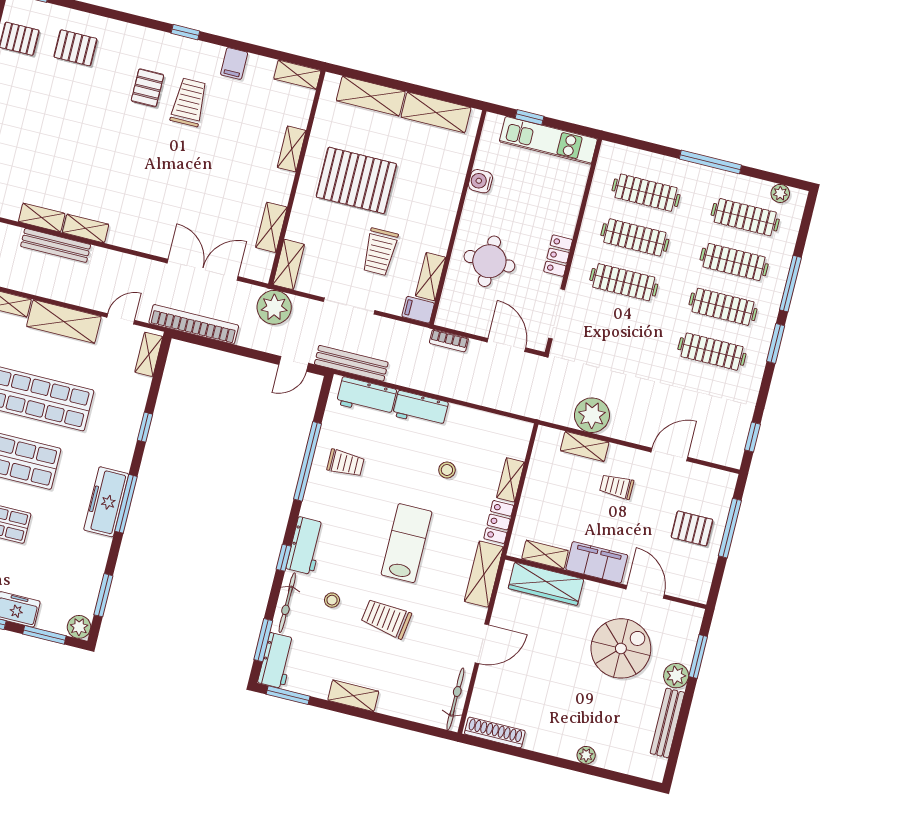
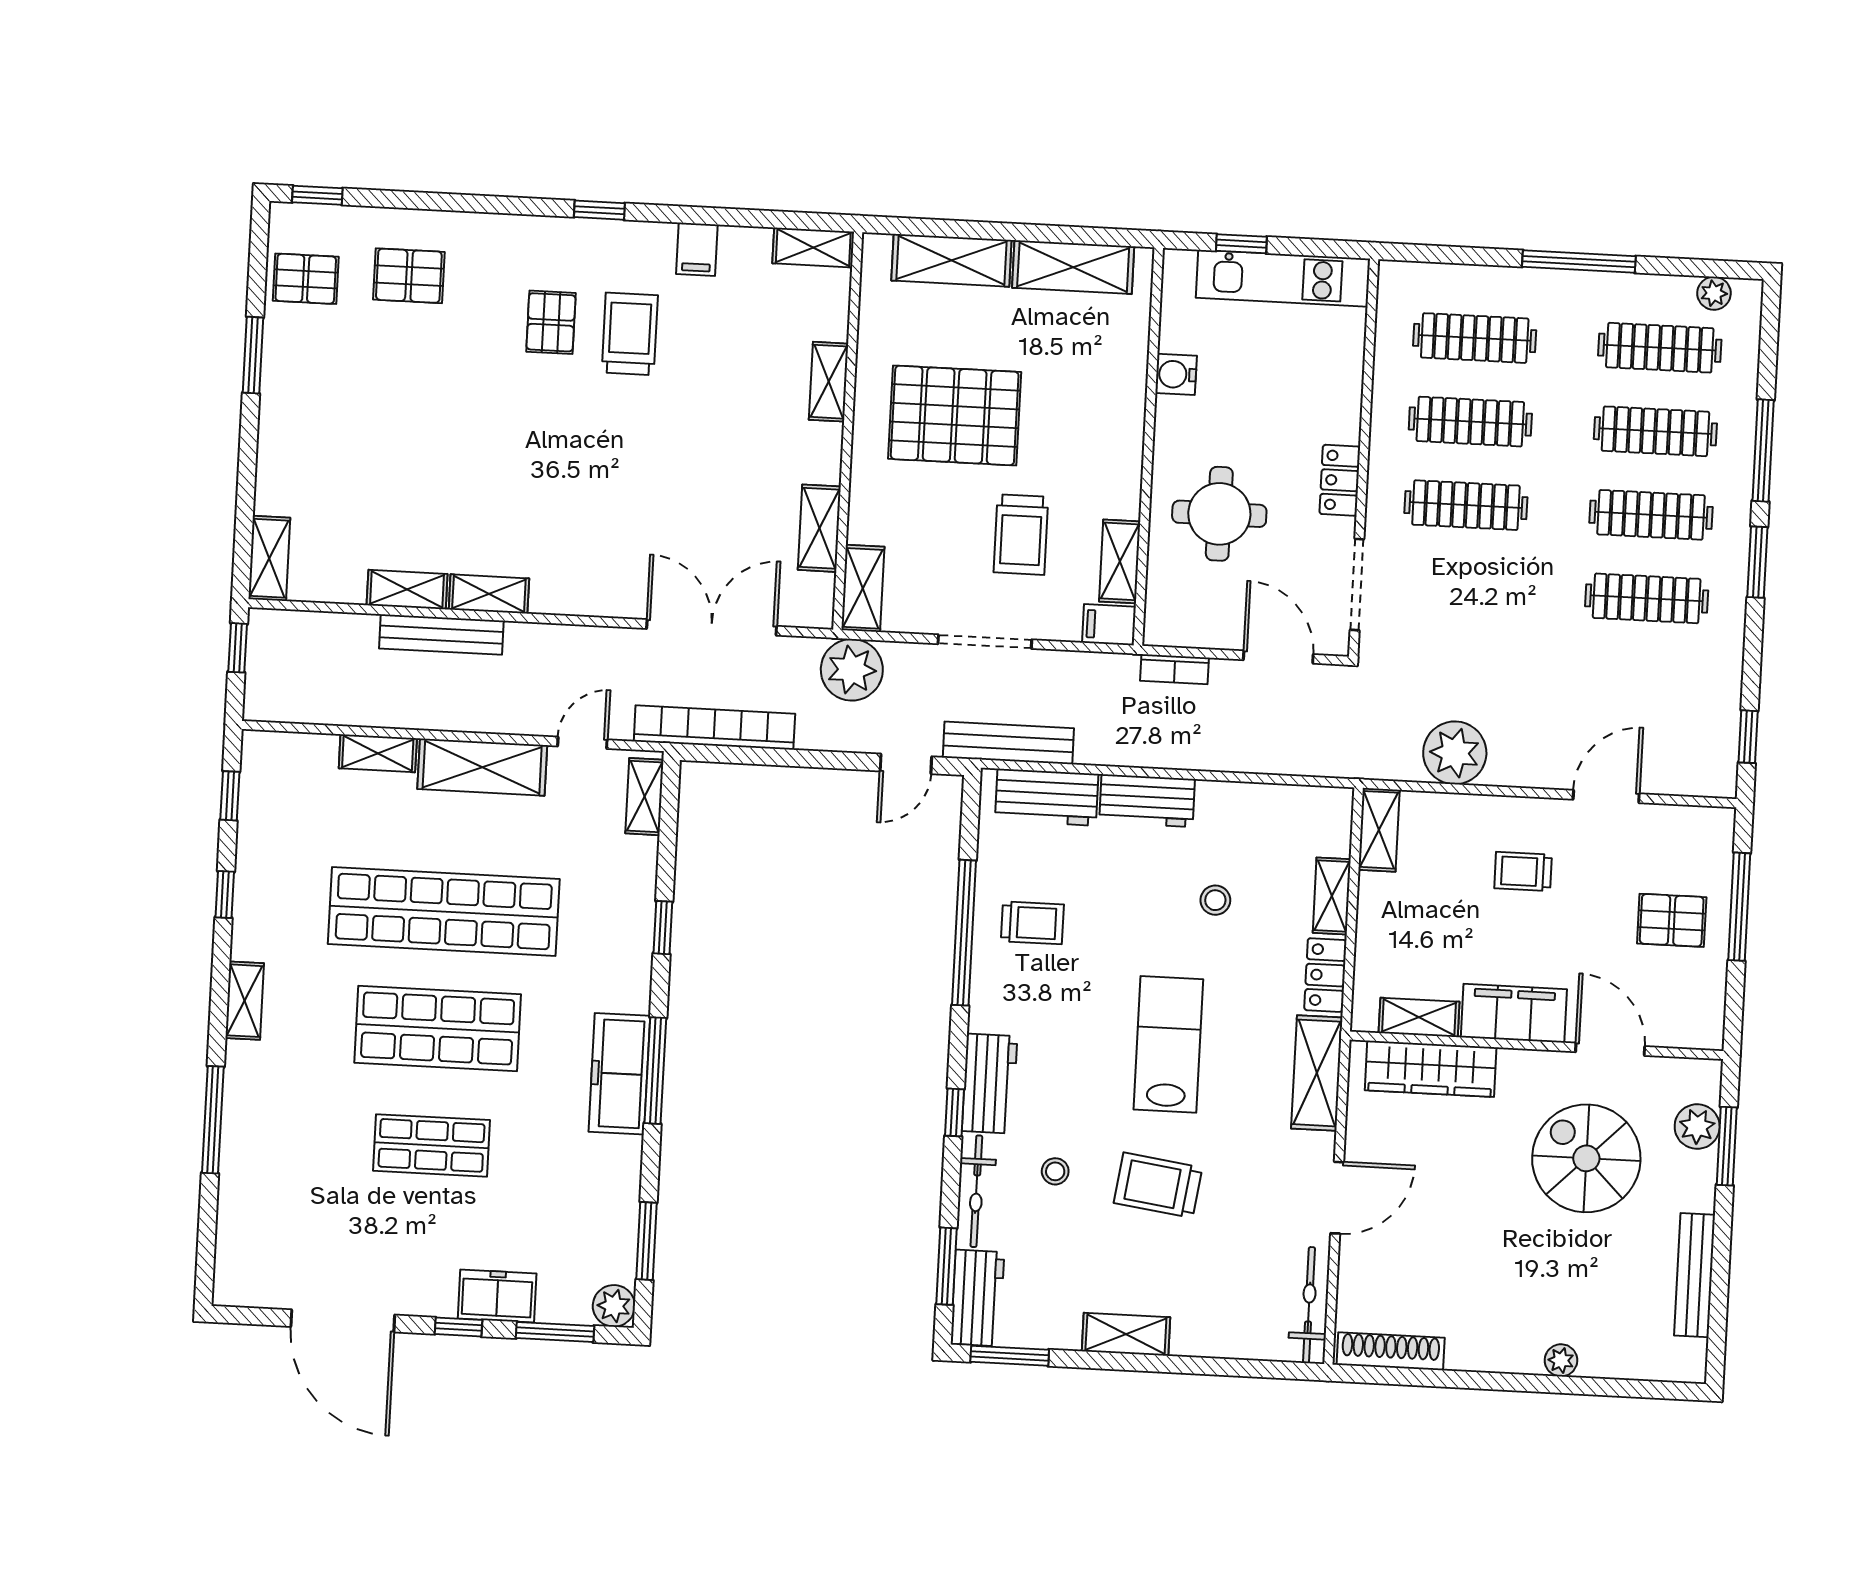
shelving: (585, 446) -> (1379, 830), moved, turned 90
spiral stairs: (621, 648) -> (1586, 1158), turned -90
plant: (676, 676) -> (1697, 1127), moved

